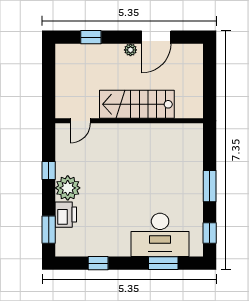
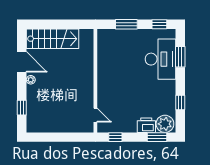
stairs: (137, 104) -> (52, 39), moved, turned -90
door: (80, 121) -> (95, 115), moved
wall: (129, 121) -> (95, 81), moved
plant: (68, 188) -> (165, 124), moved

